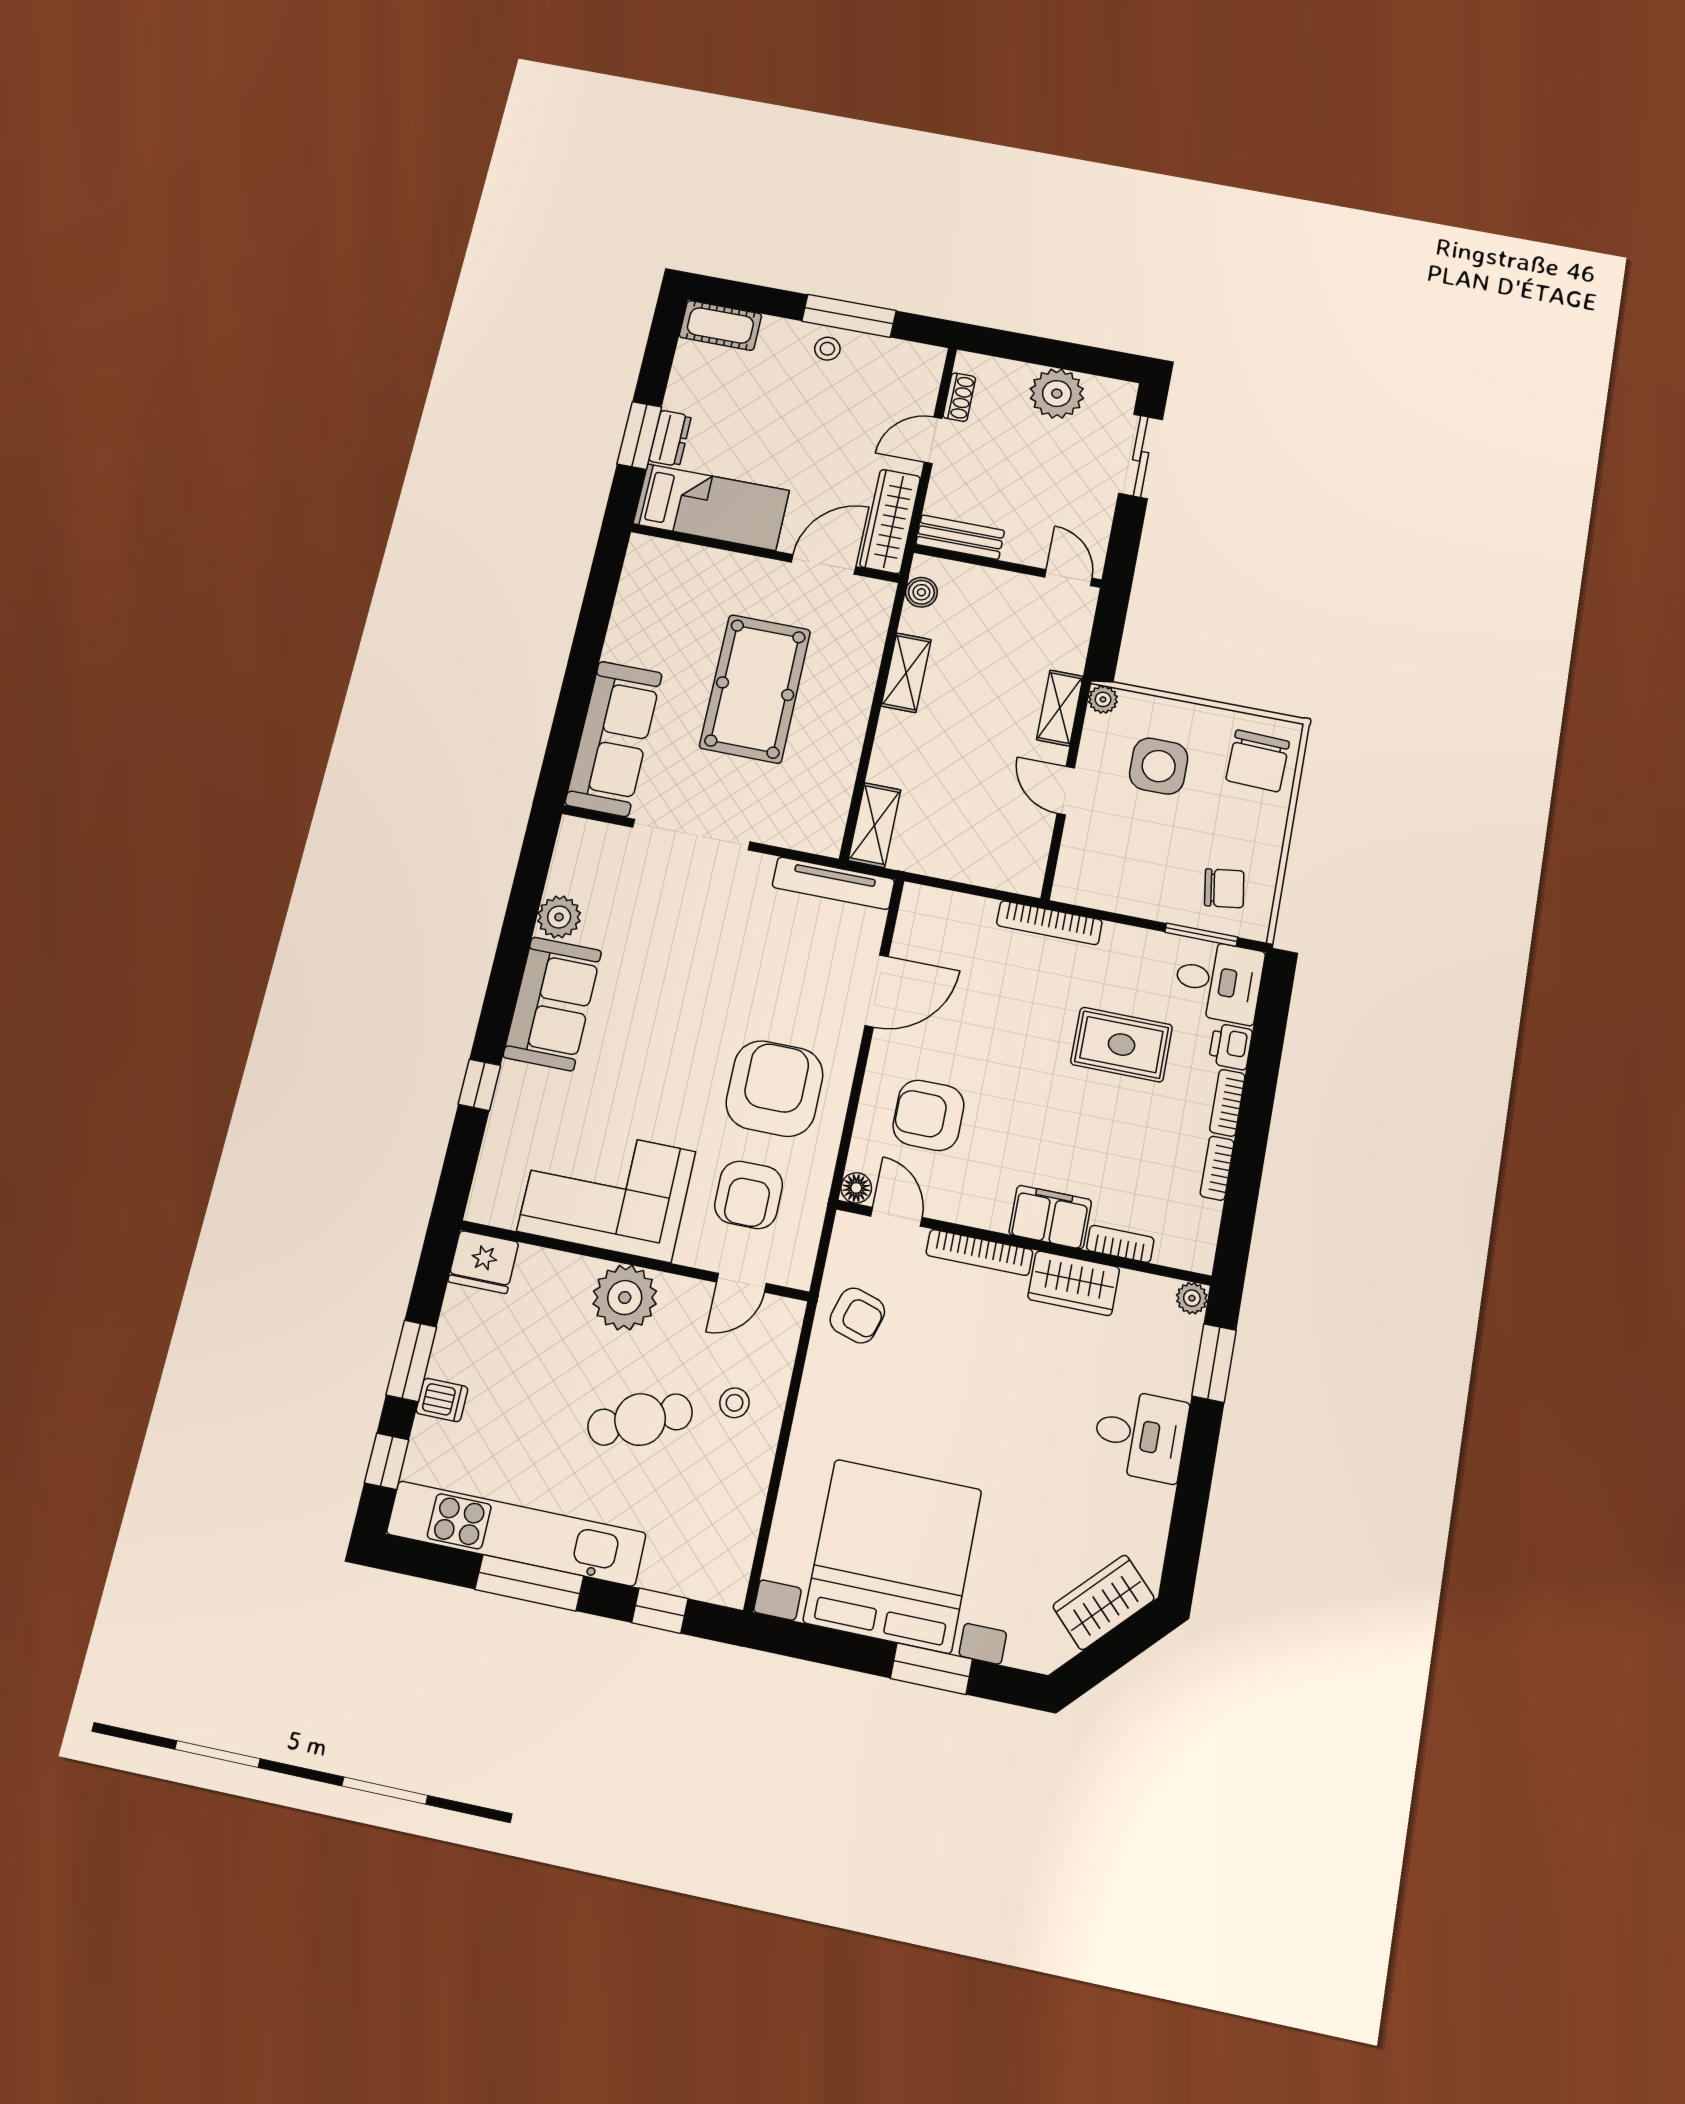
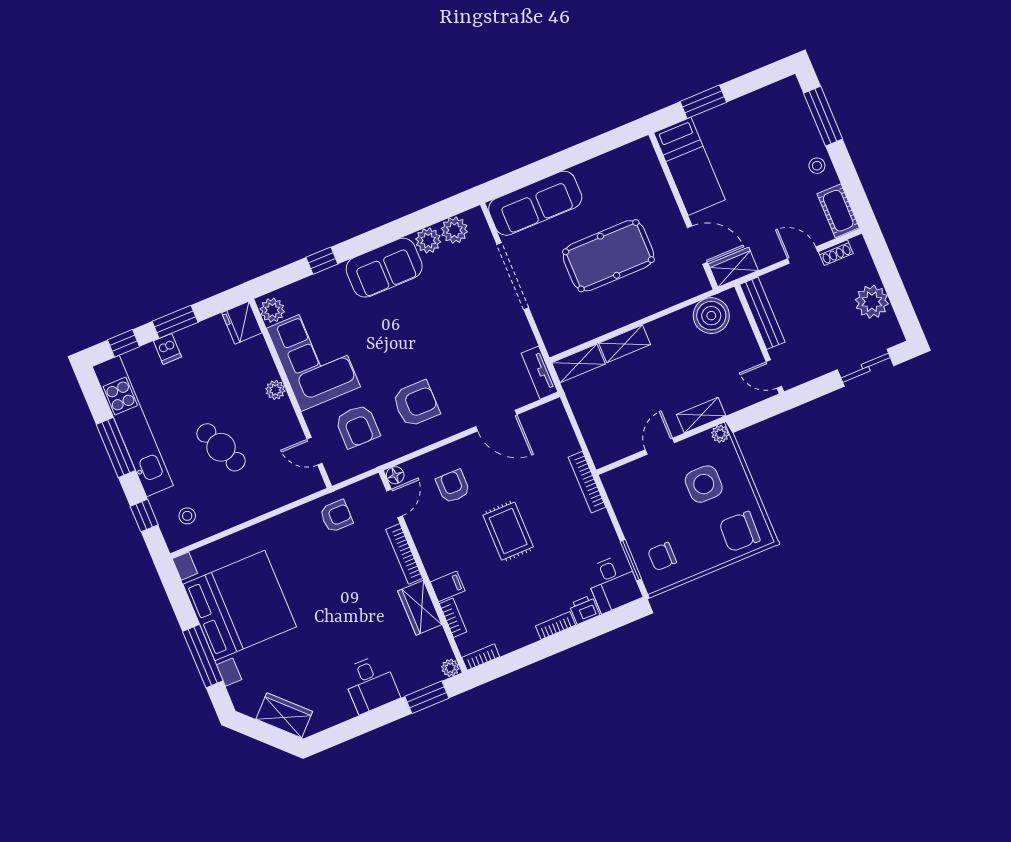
window: (849, 316) -> (823, 116), moved
cot: (720, 325) -> (838, 211), moved
dresser: (670, 438) -> (713, 119), removed
wardrobe: (890, 521) -> (733, 267), width x0.67
bench: (960, 537) -> (762, 313), width x1.36
door: (1068, 578) -> (774, 374), swing flipped
boiler: (921, 592) -> (711, 316), width x1.86, depth x1.86
shelving: (906, 673) -> (625, 344), moved
plant: (571, 872) -> (454, 230), added
tv unit: (833, 883) -> (539, 373), width x0.71
chair: (1224, 888) -> (662, 556), turned 98
rug: (1122, 1045) -> (508, 531), moved
armchair: (774, 1088) -> (416, 404), width x0.73, depth x0.73
armchair: (928, 1115) -> (453, 486), width x0.72, depth x0.72
bookcase: (1217, 1168) -> (481, 657), moved
armchair: (749, 1195) -> (357, 426), turned -90
plant: (497, 1205) -> (272, 310), added
filing cabinet: (1050, 1217) -> (448, 586), width x0.50
plant: (625, 1298) -> (275, 390), width x0.53, depth x0.53
armchair: (857, 1316) -> (336, 516), turned -107
stool: (734, 1403) -> (187, 516), moved
window: (931, 1669) -> (203, 656), width x1.44

